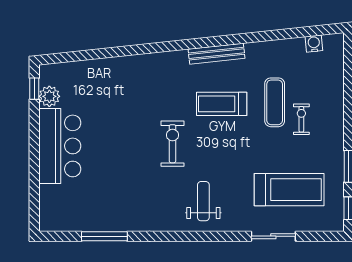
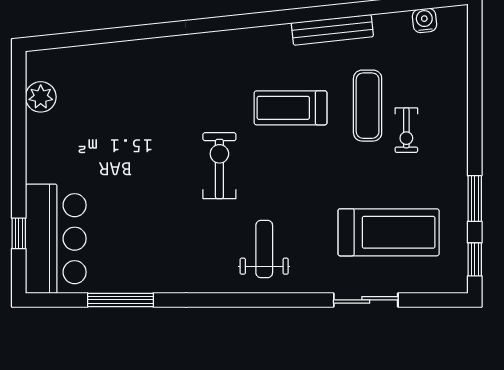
bench: (216, 54) -> (332, 30), moved
window: (34, 89) -> (19, 233), moved
exercise bike: (301, 119) -> (406, 130), turned 180
bar counter: (60, 146) -> (56, 239), moved

